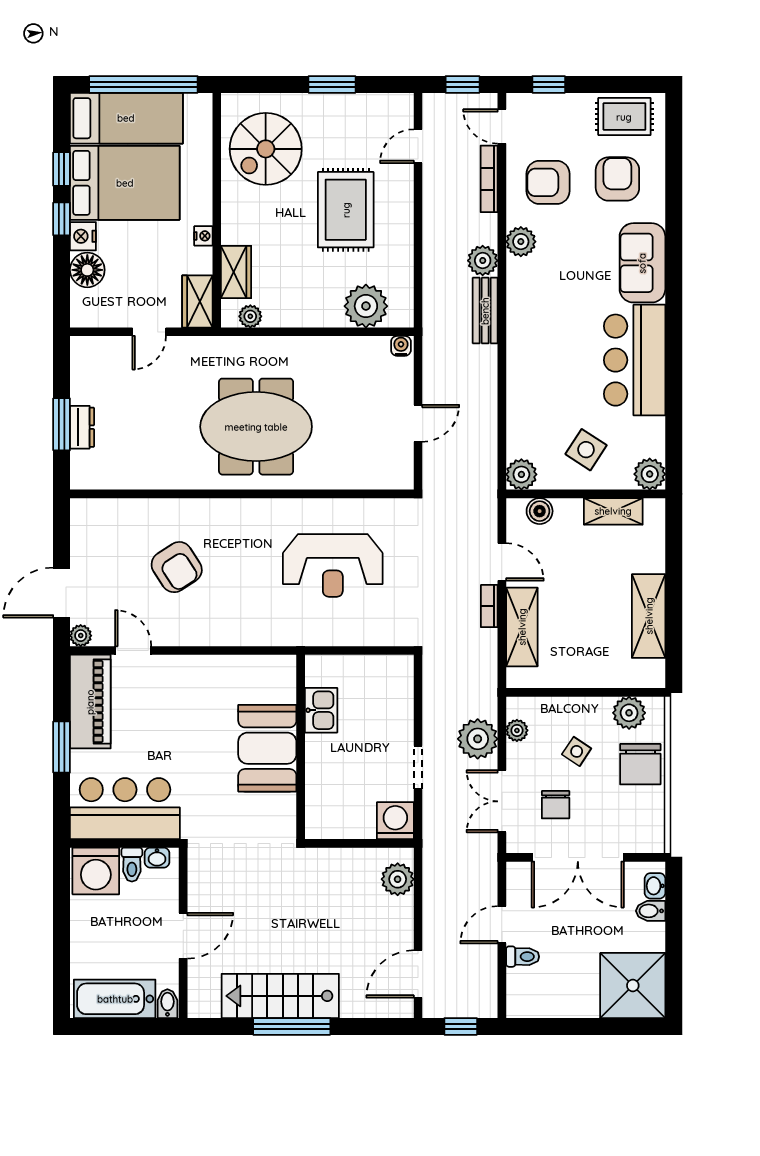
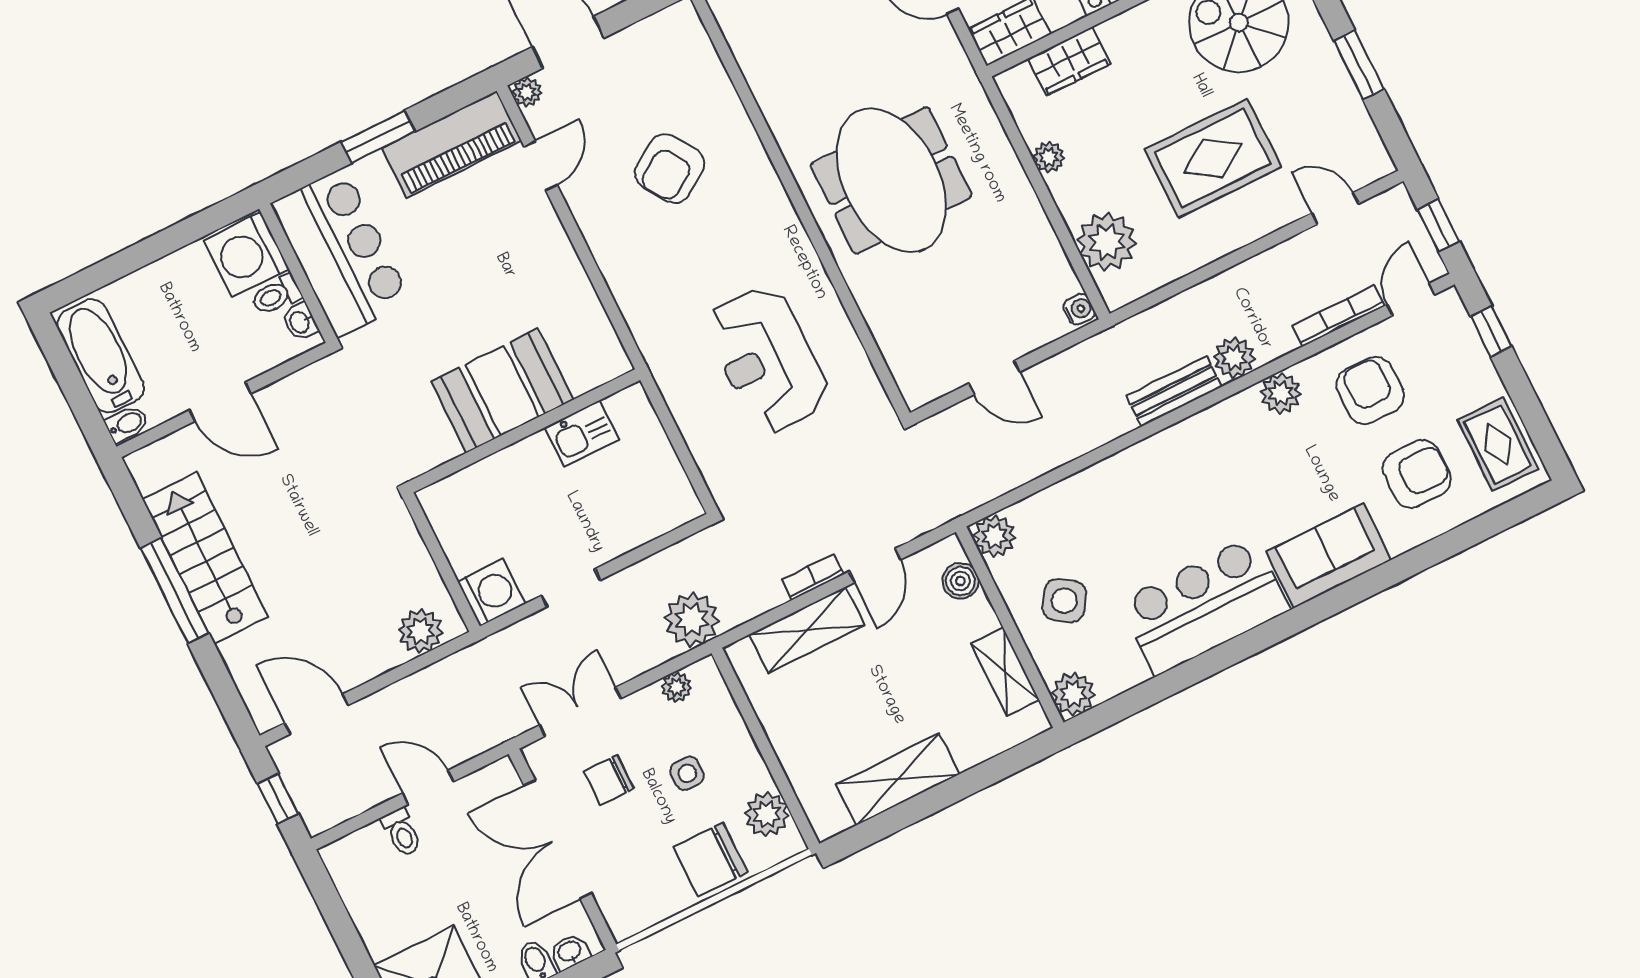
plant: (250, 316) -> (1049, 157), moved
plant: (478, 739) -> (692, 619), moved
side table: (577, 751) -> (687, 773), turned -34

